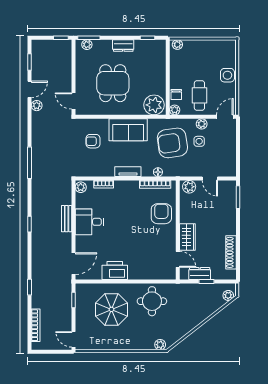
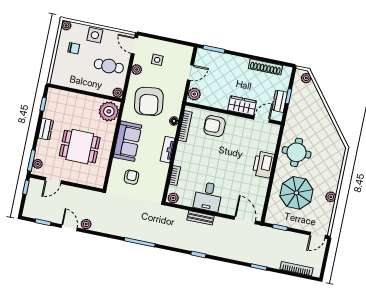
plant: (177, 45) -> (66, 25), moved
chair: (176, 94) -> (74, 48), moved
door: (73, 101) -> (53, 180), moved
armchair: (93, 141) -> (131, 177), turned 180
side table: (199, 141) -> (157, 60), moved
printer: (115, 271) -> (263, 165), moved
plant: (160, 345) -> (331, 197), moved

